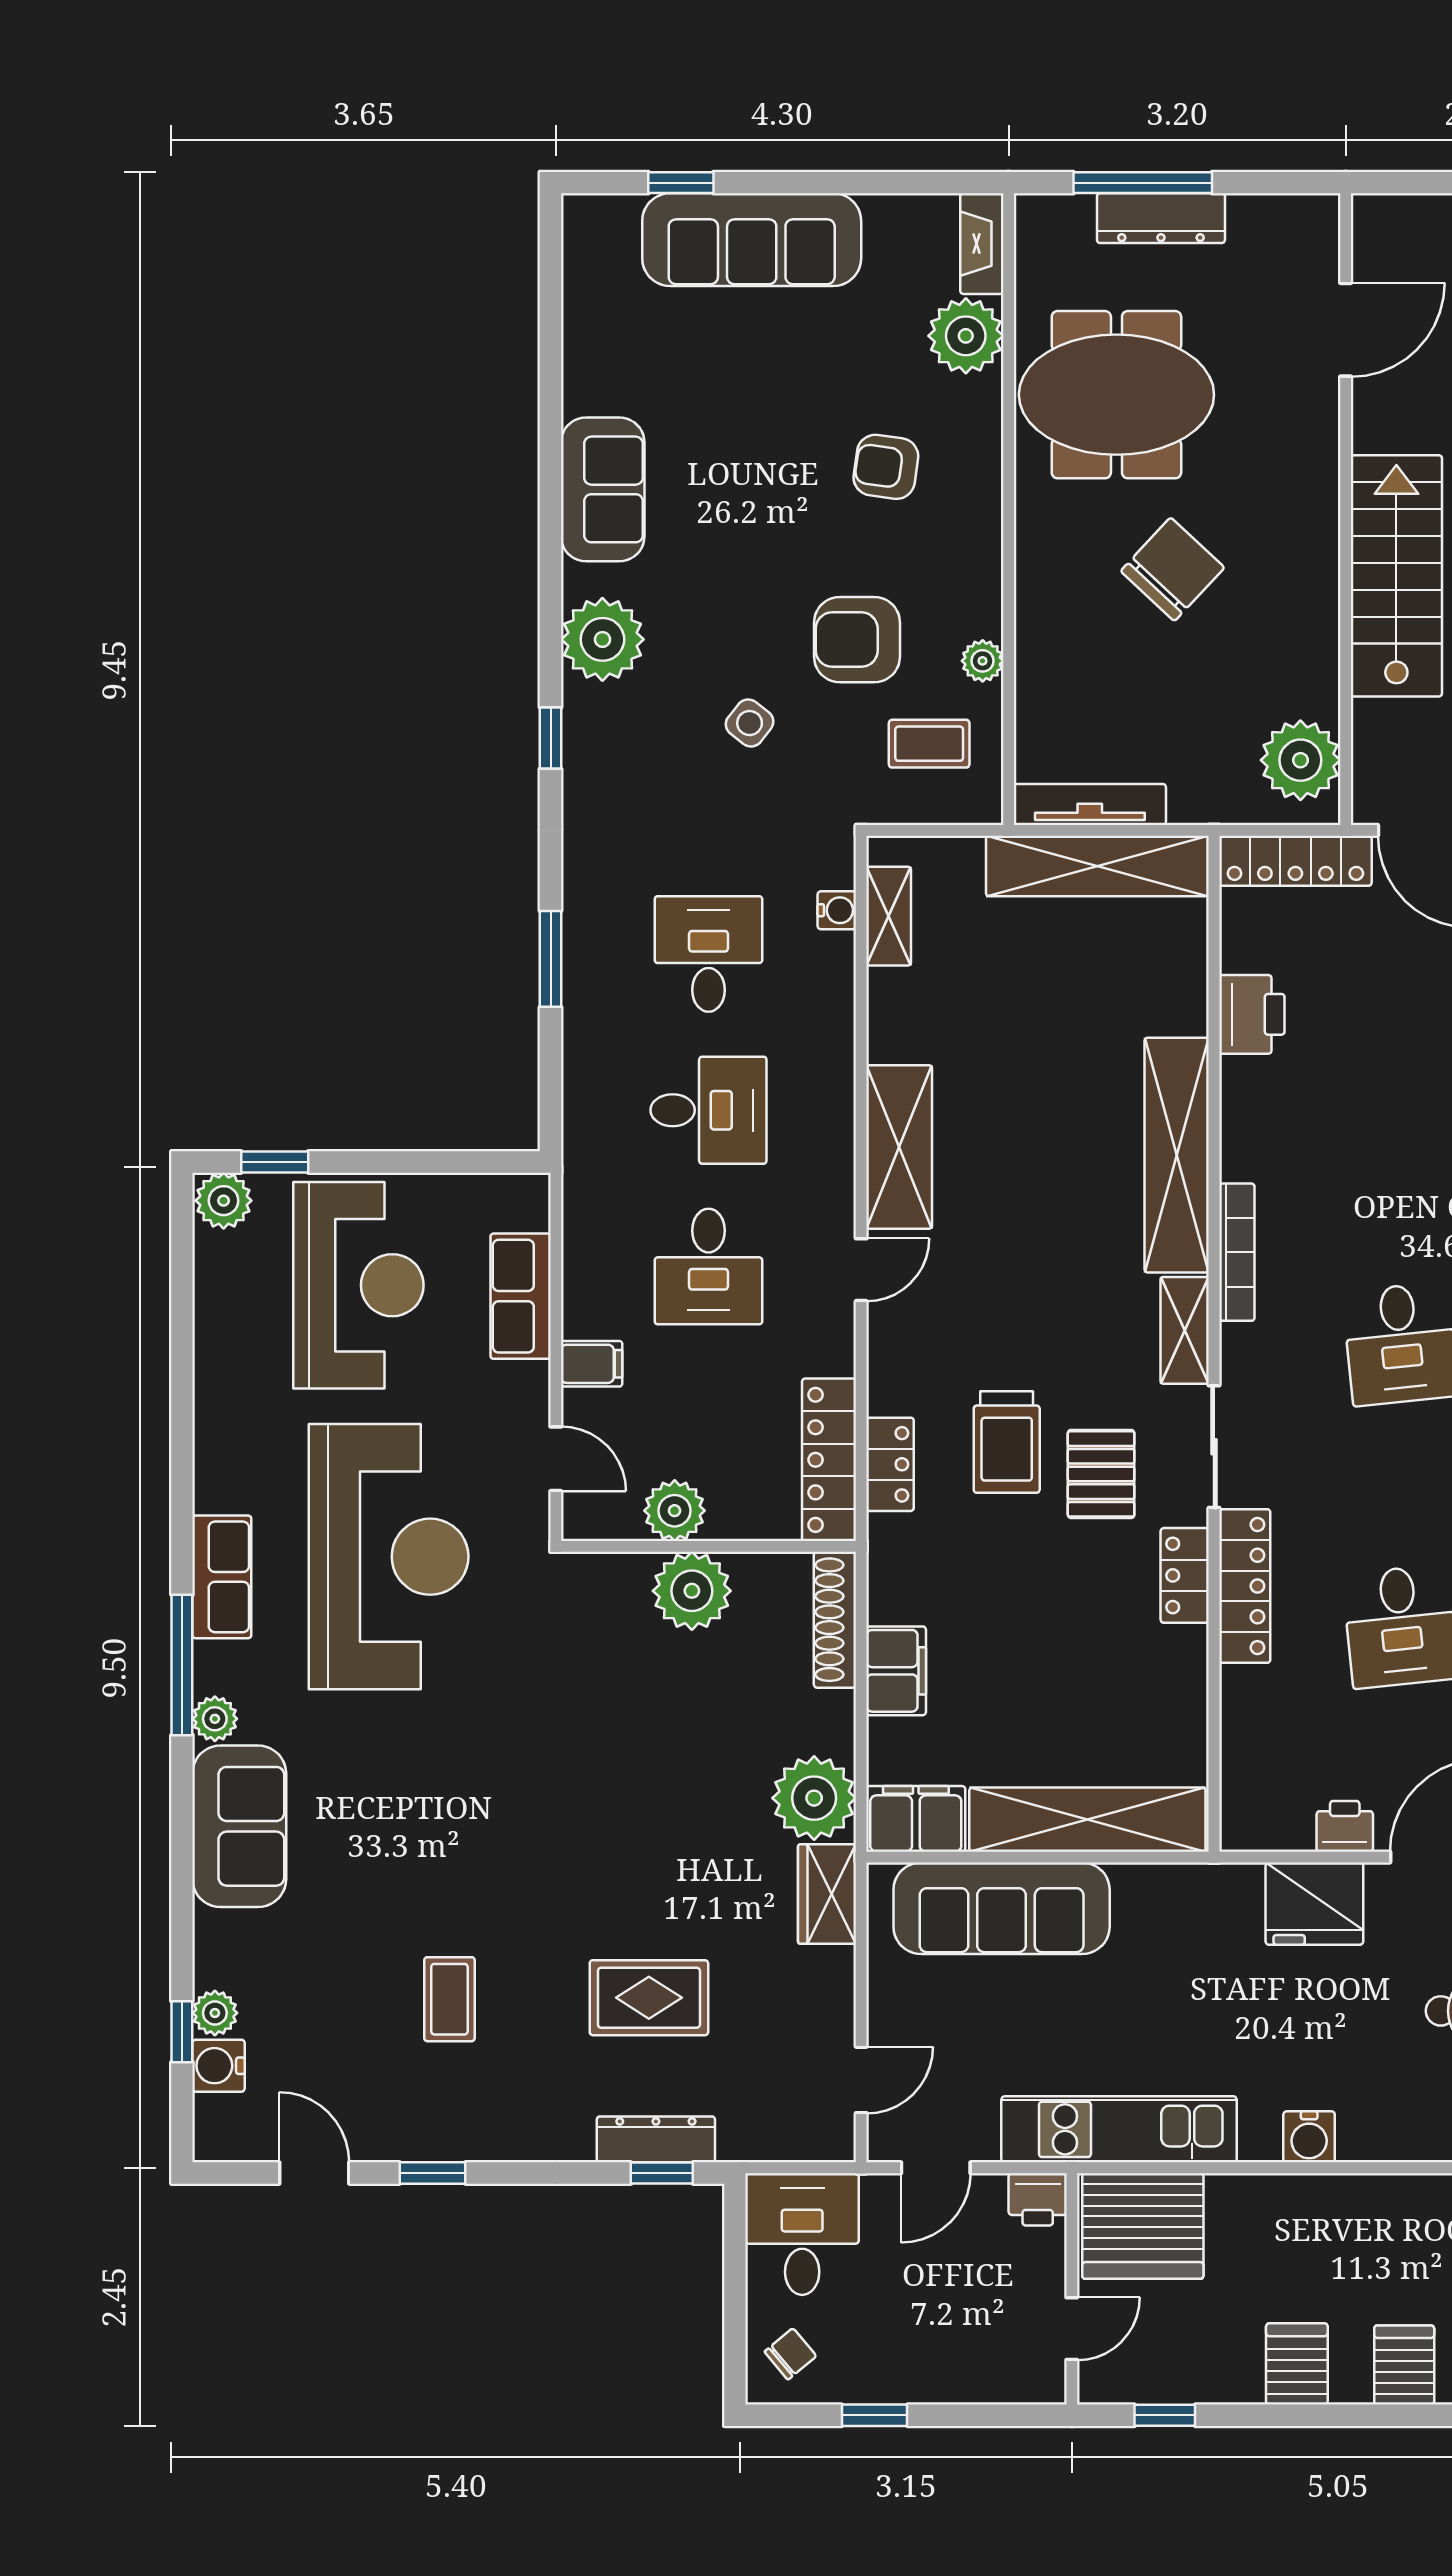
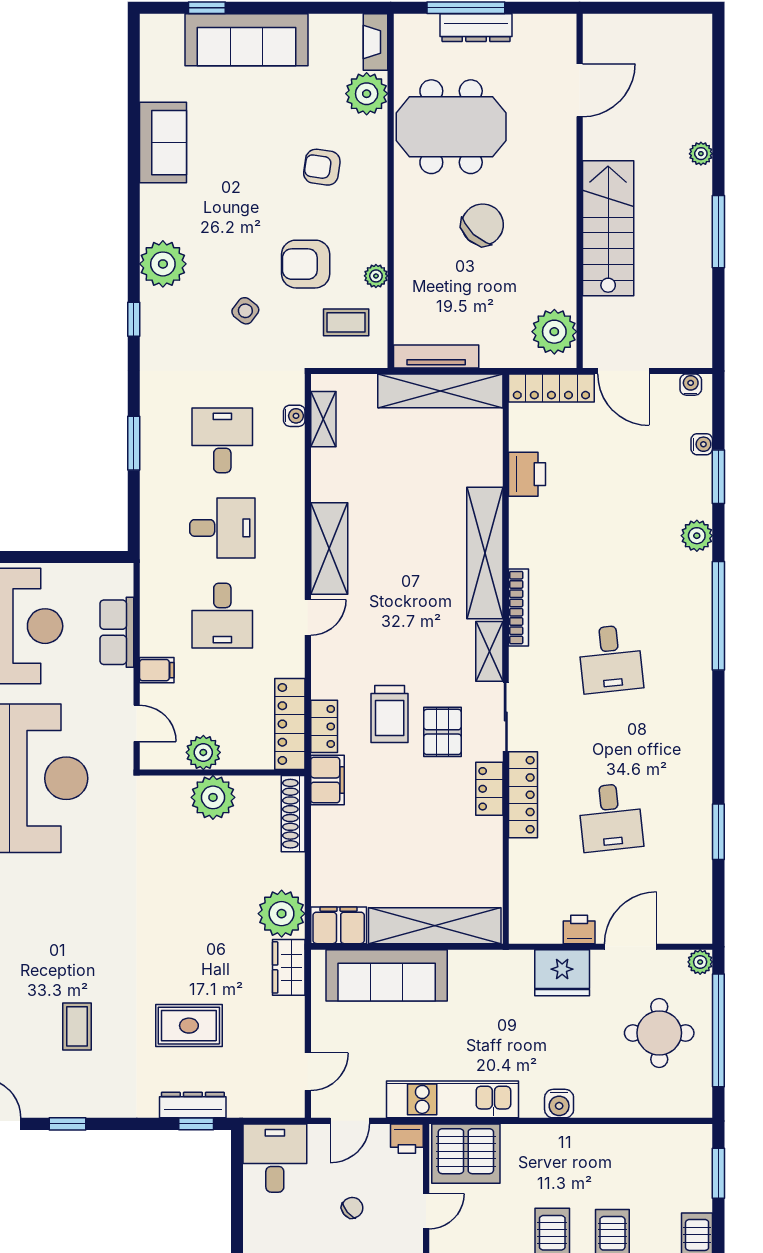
sofa: (603, 489) -> (163, 143), moved
filing cabinet: (896, 1671) -> (328, 780), moved
chair: (790, 2354) -> (352, 1208), moved

